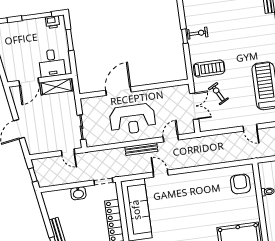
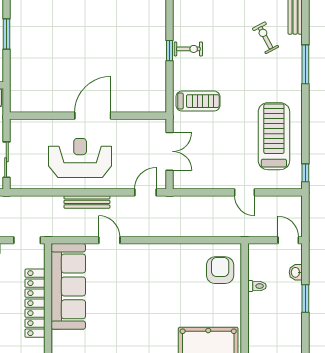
door: (118, 91) -> (93, 116), moved
exercise bike: (218, 94) -> (265, 38), moved
reception desk: (132, 119) -> (80, 158), turned 180
door: (171, 138) -> (145, 192), moved

